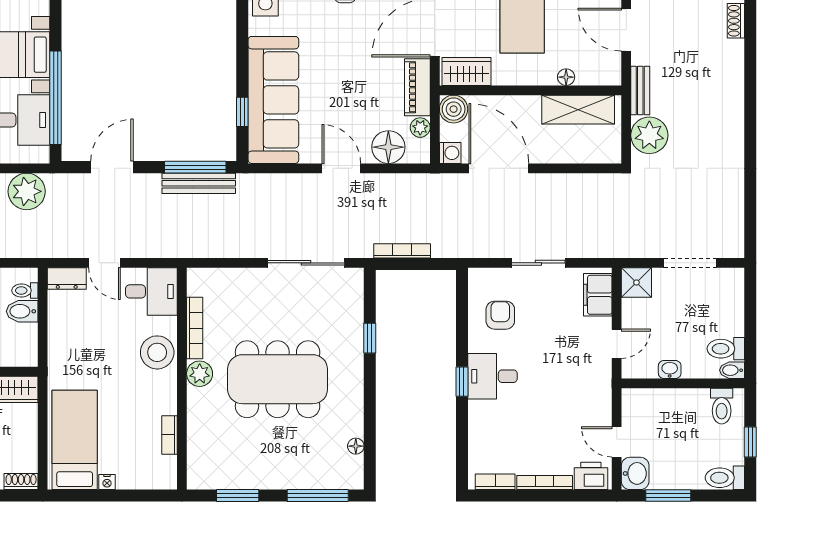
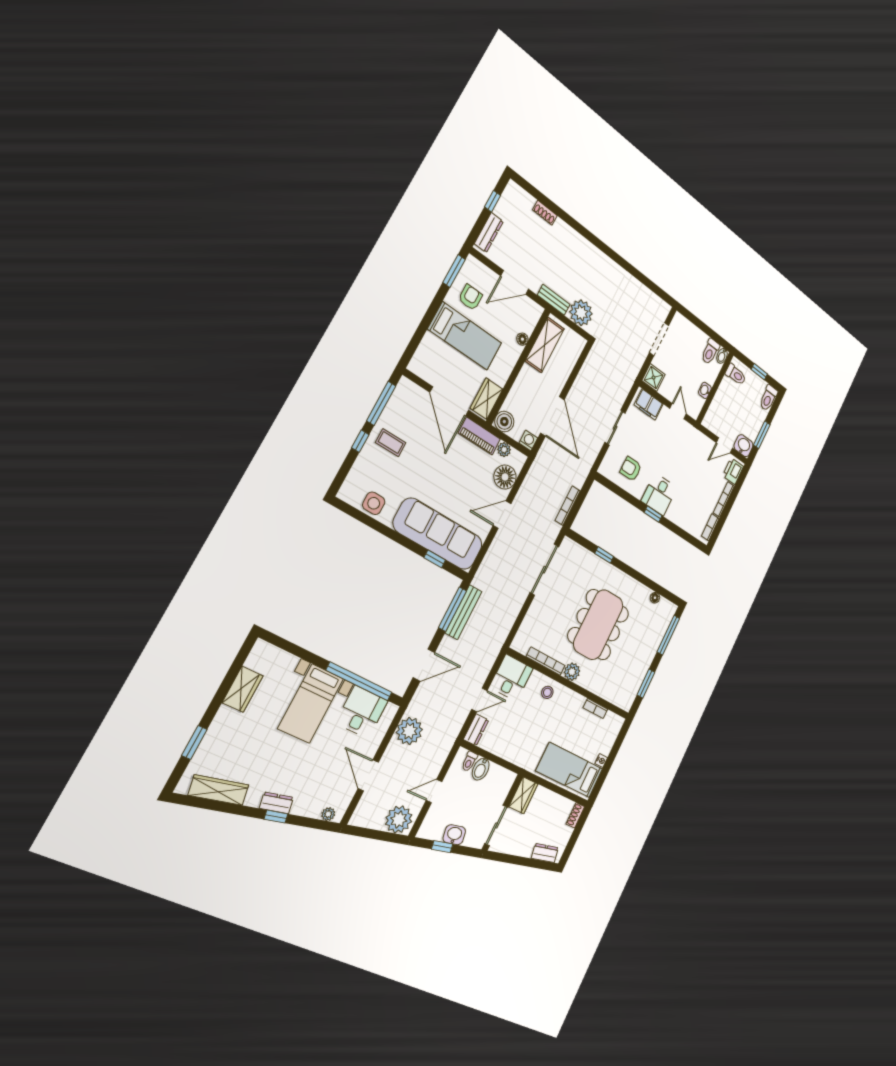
door: (112, 167) -> (424, 665), swing flipped
door: (499, 168) -> (552, 416), swing flipped
stool: (157, 352) -> (547, 692), width x0.53, depth x0.53

